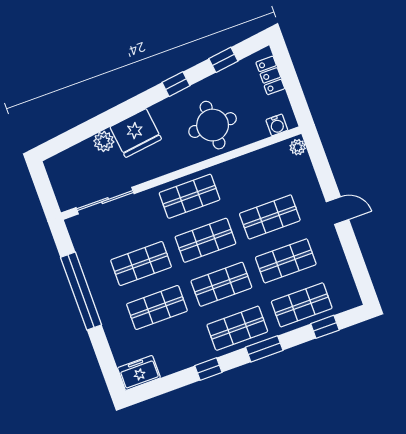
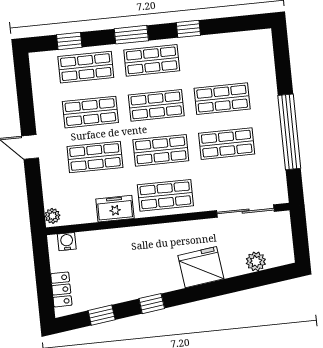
round table: (213, 125) -> (127, 257), removed
plant: (104, 141) -> (256, 261), moved
freezer: (139, 373) -> (115, 209), moved, turned 180

